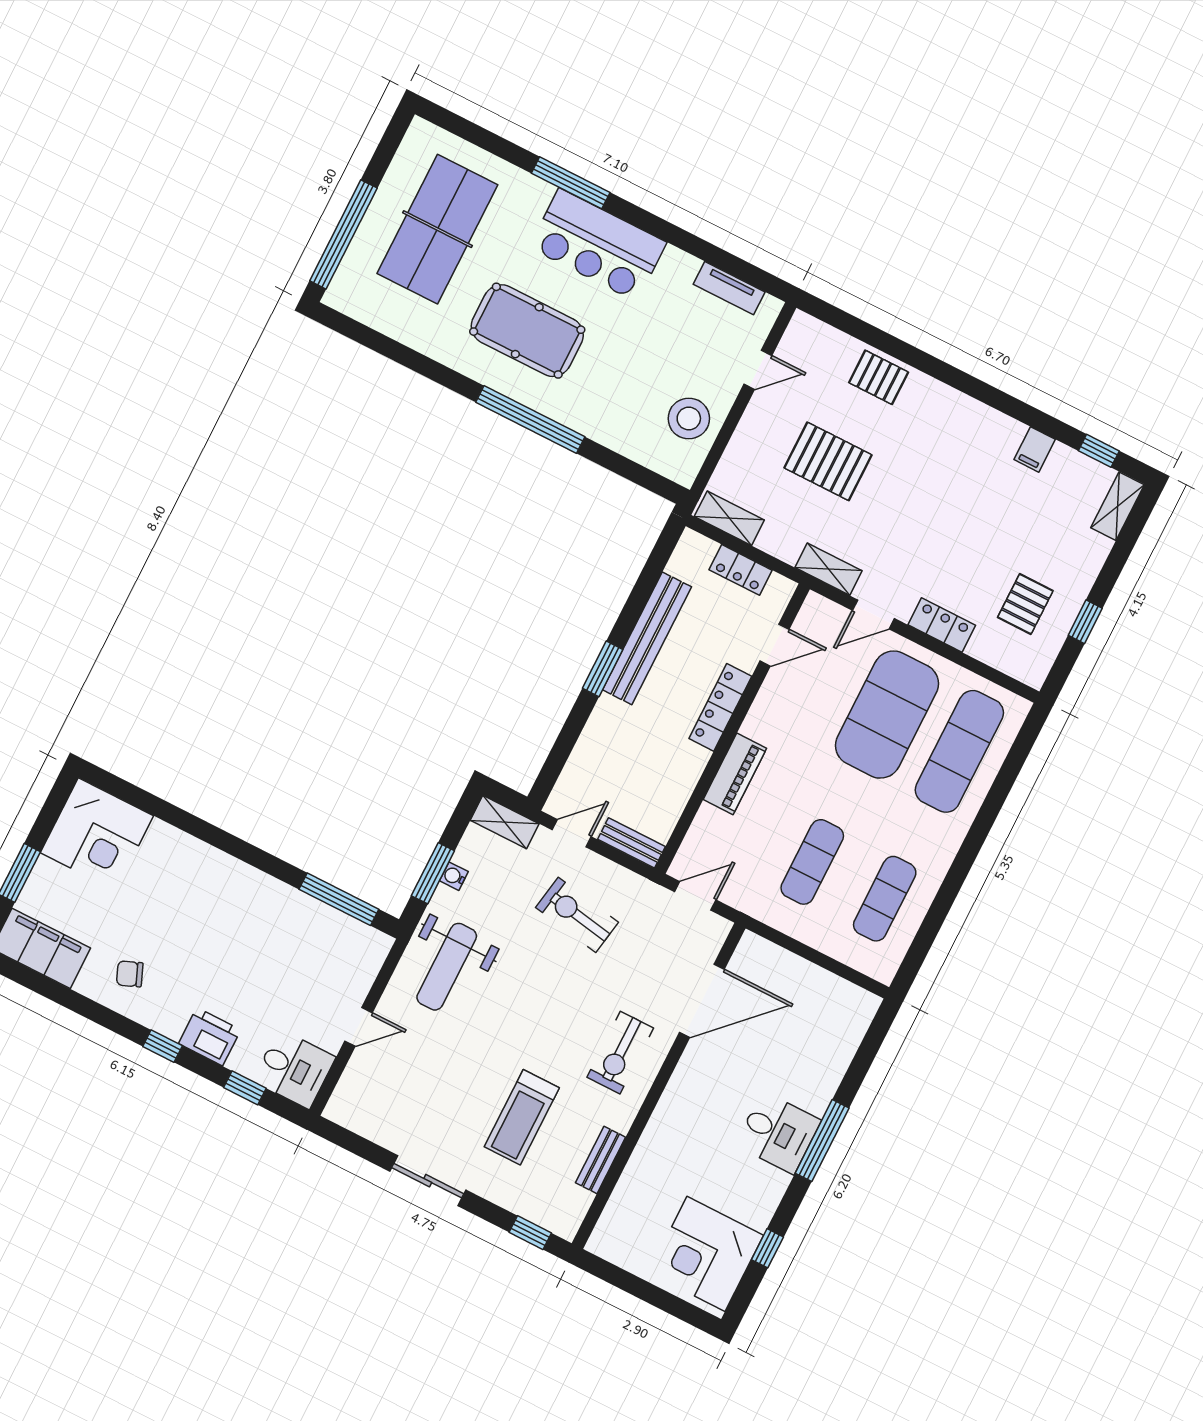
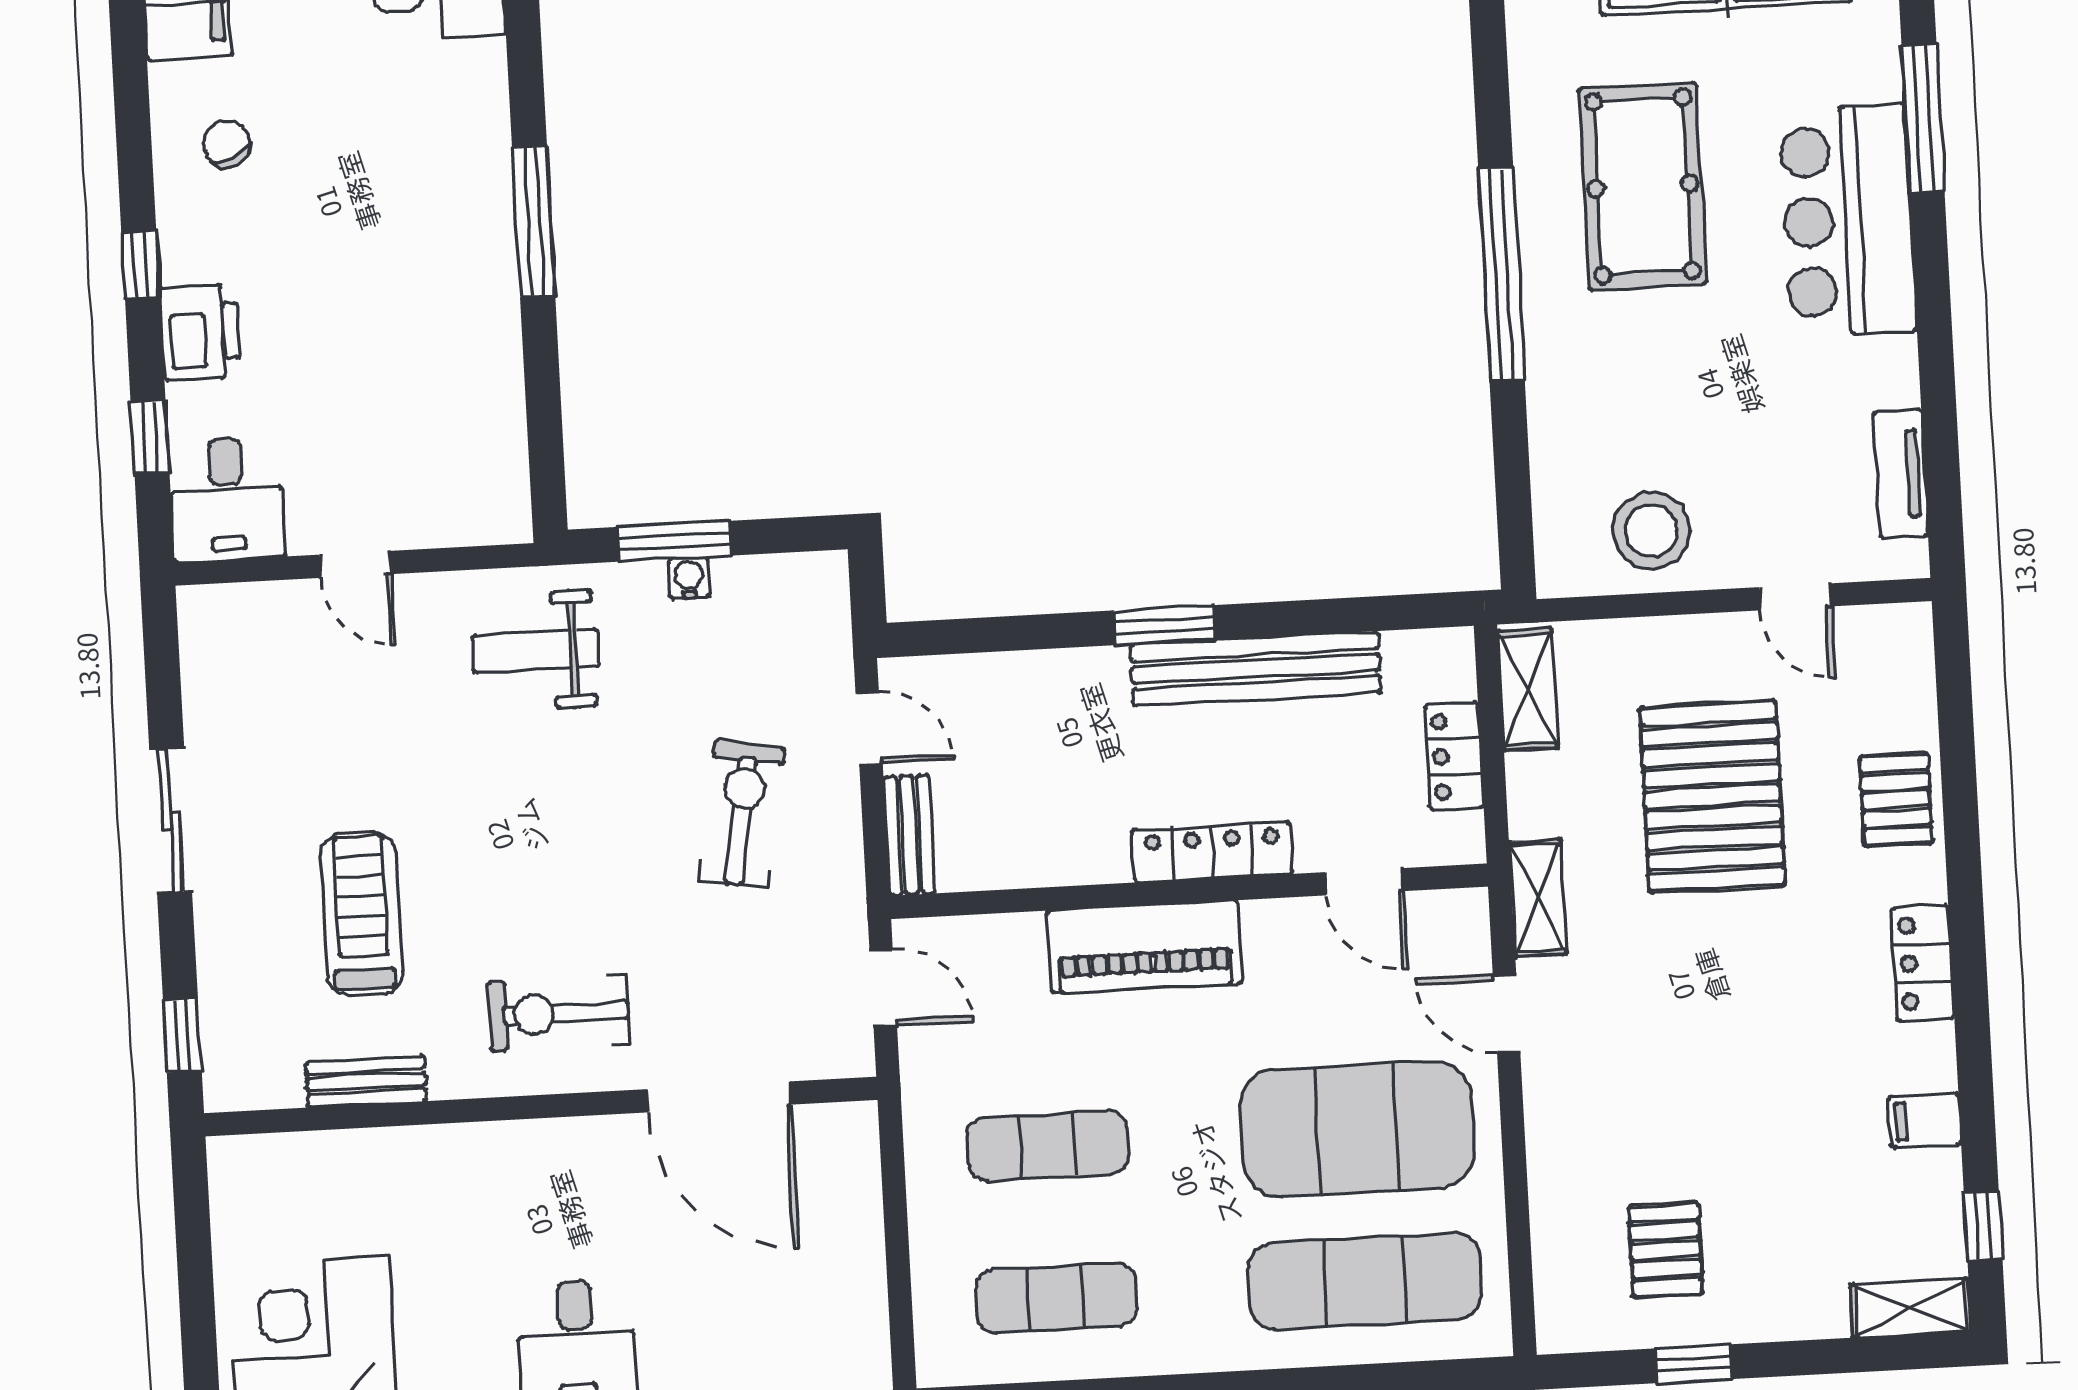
pallet: (828, 461) -> (1712, 796), width x1.37, depth x1.41
pallet: (1025, 604) -> (1666, 1250), turned 90
locker: (942, 625) -> (1923, 963), moved, turned 180
piano: (735, 774) -> (1144, 947), width x1.37, depth x1.33
shelving: (505, 822) -> (824, 610), removed
window: (339, 899) -> (534, 222), moved
weight bench: (447, 967) -> (536, 651), width x0.73, depth x0.75
treadmill: (522, 1117) -> (362, 914), turned 90

